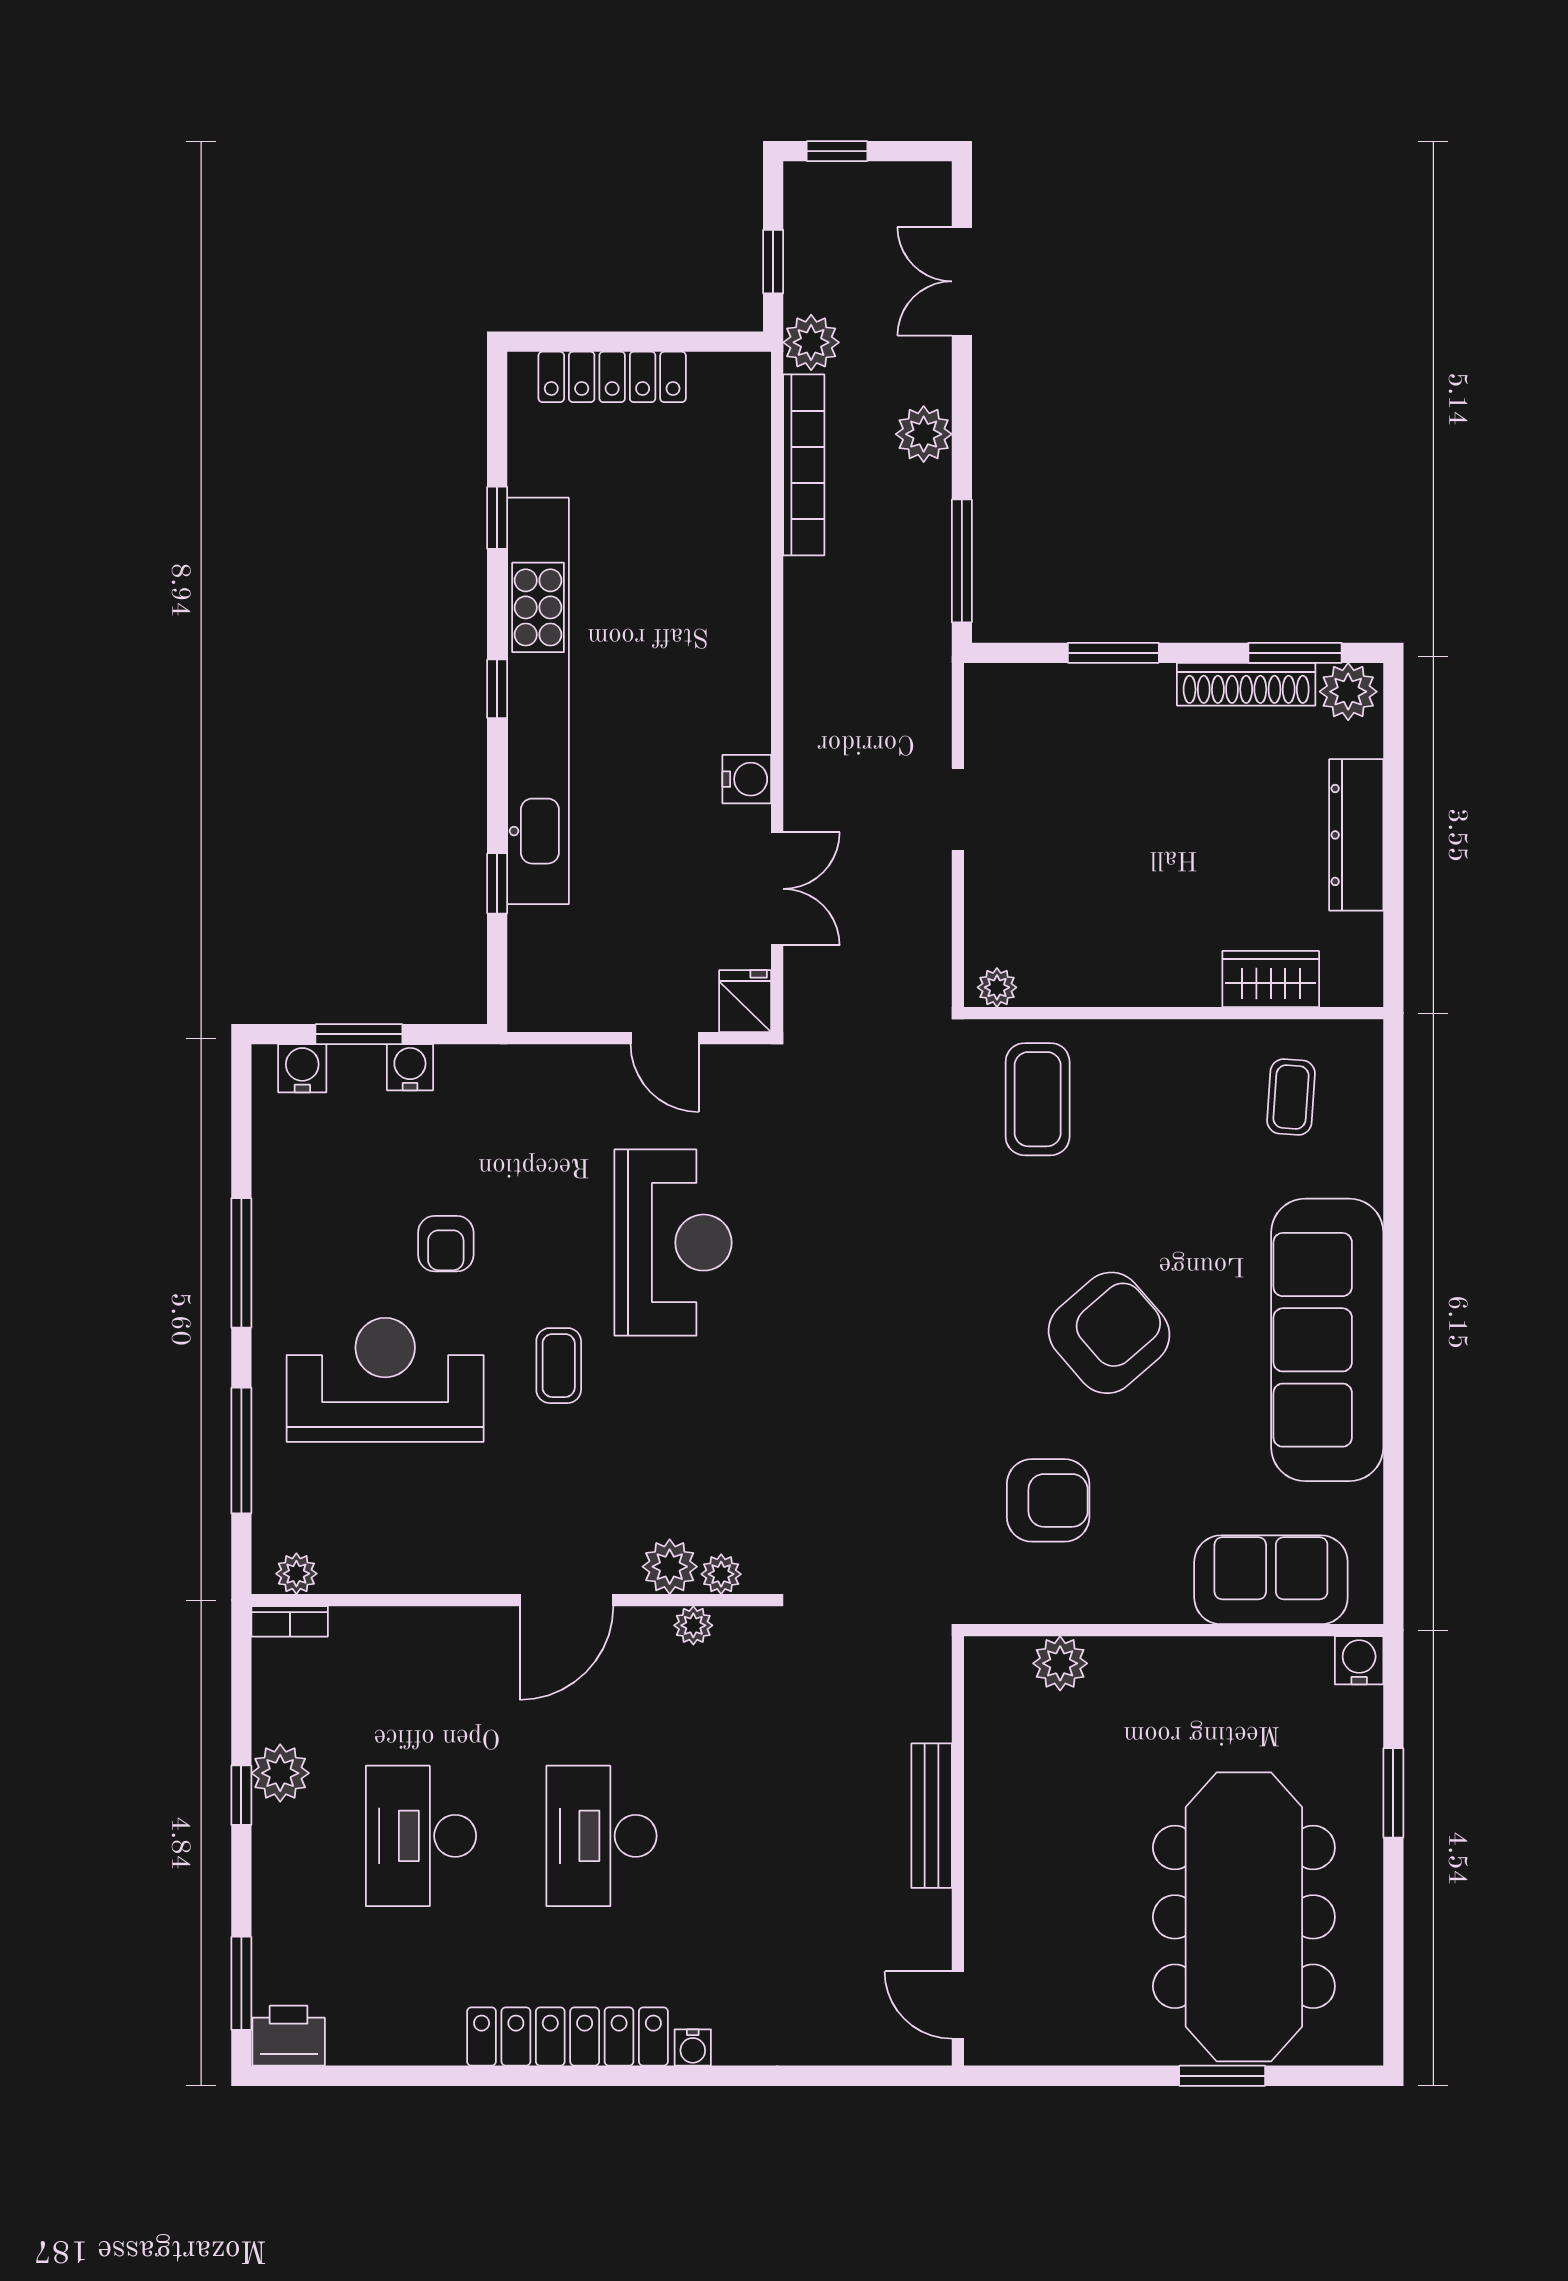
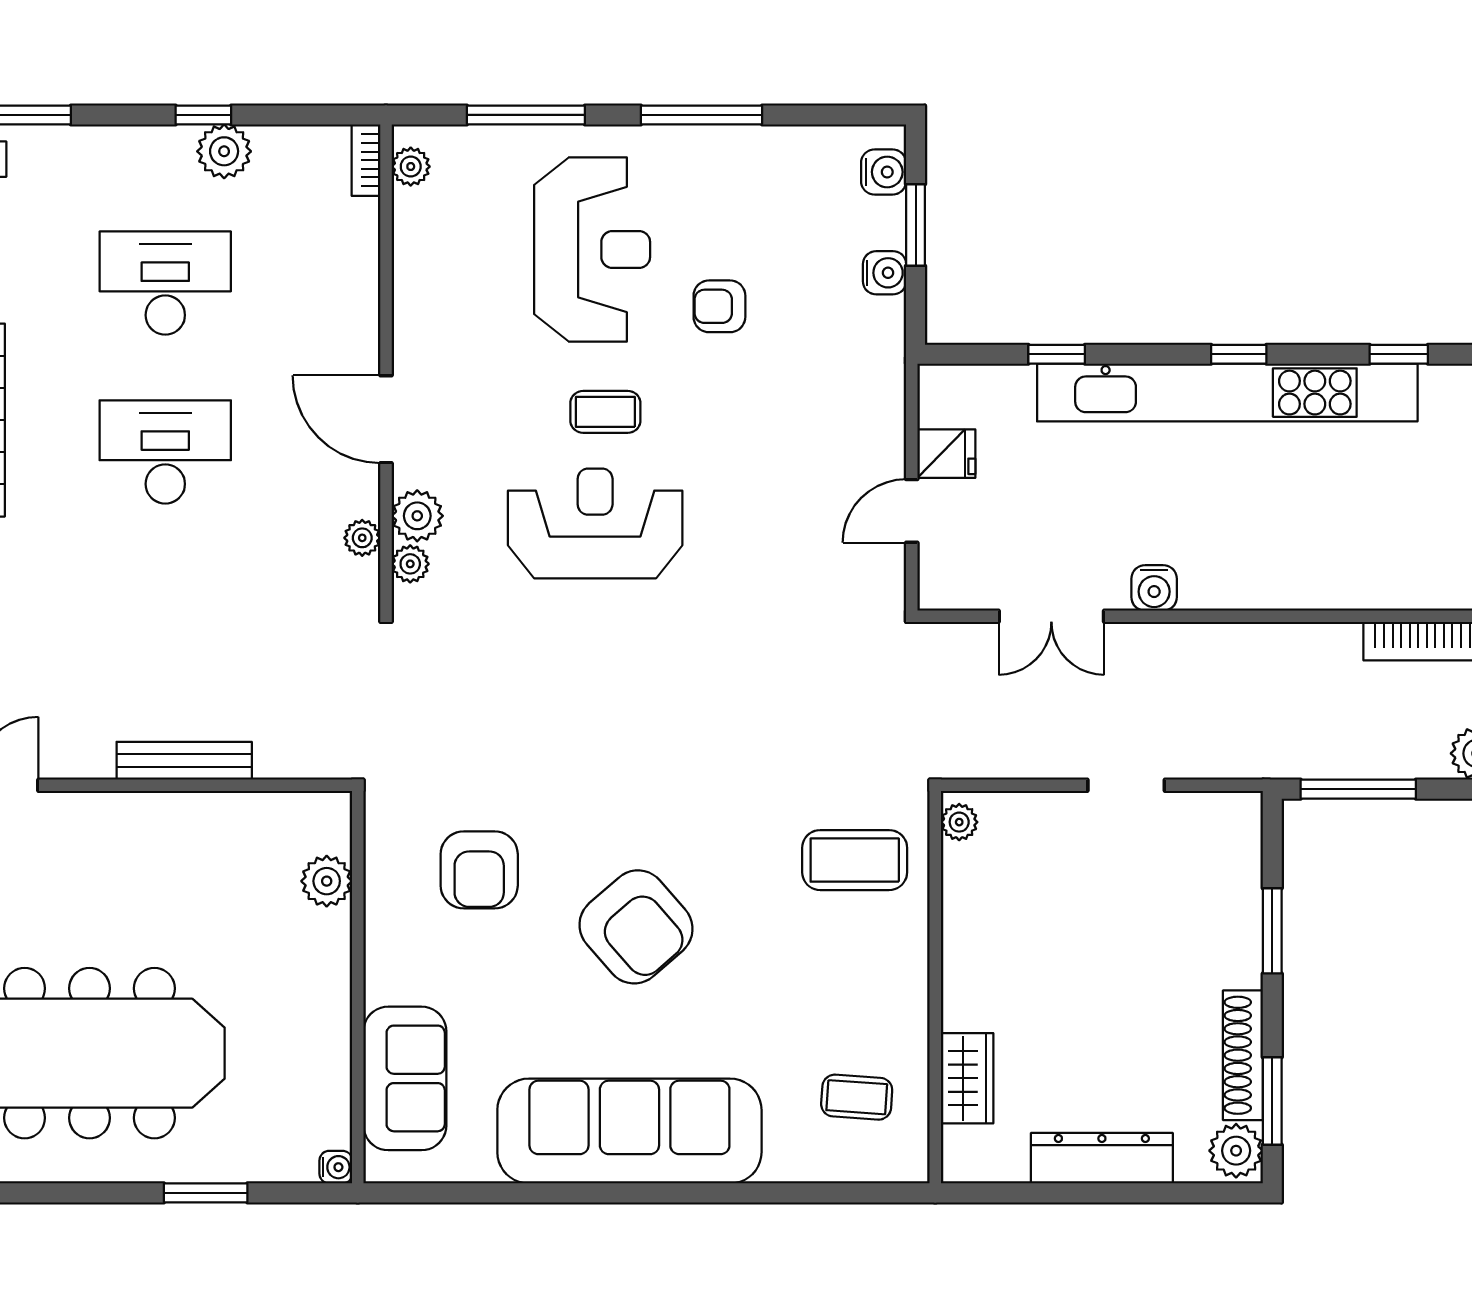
fridge: (745, 1001) -> (946, 454), moved
reception desk: (673, 1243) -> (595, 523), moved, turned 180
water cooler: (1359, 1660) -> (336, 1167), width x0.72, depth x0.72

